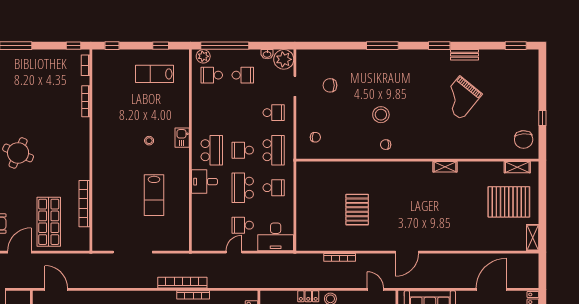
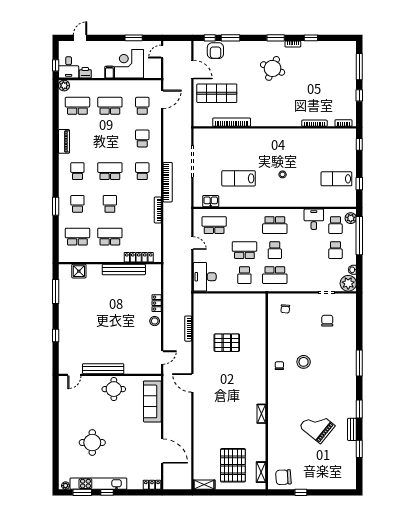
window: (73, 46) -> (359, 95), moved
window: (516, 46) -> (359, 449), moved
lab bench: (155, 74) -> (336, 179), turned -90
school desk: (212, 75) -> (335, 225), turned 180
school desk: (274, 113) -> (305, 275), removed
kitchen sink: (182, 138) -> (211, 201), moved
school desk: (243, 150) -> (275, 250), turned 180
desk: (205, 182) -> (314, 219), moved
school desk: (243, 225) -> (214, 225), moved, width x1.85
bookcase: (182, 283) -> (168, 182), moved

